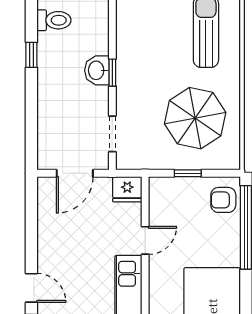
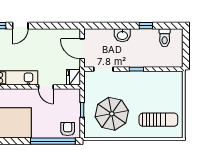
washbasin: (97, 70) -> (122, 35), moved, turned 180

